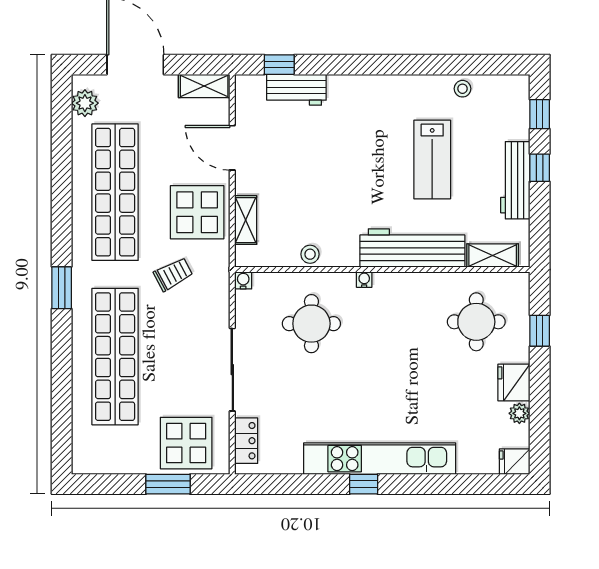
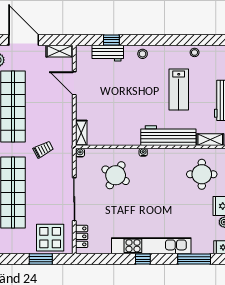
window: (279, 65) -> (111, 40), moved
display table: (197, 212) -> (56, 117), removed
shelving: (246, 220) -> (81, 133), moved
stool: (310, 254) -> (143, 54), moved
round table: (311, 324) -> (116, 175), turned 30
window: (462, 484) -> (194, 259), added

